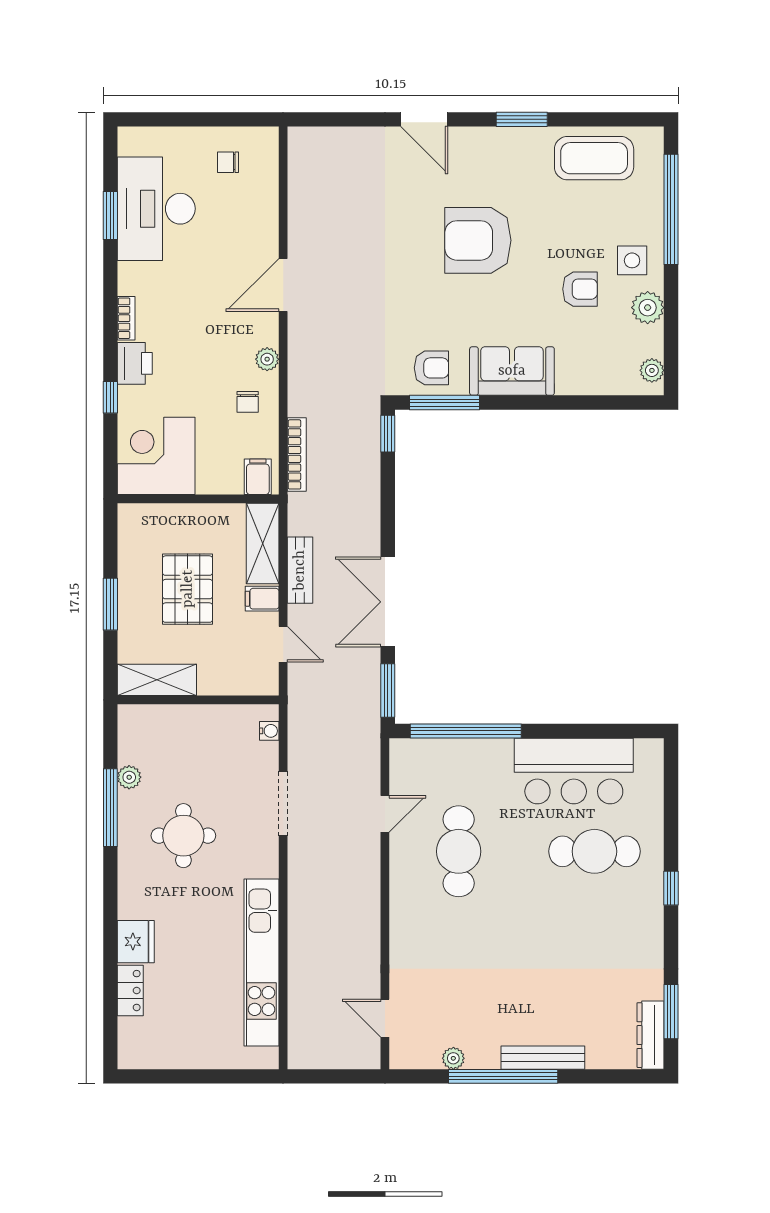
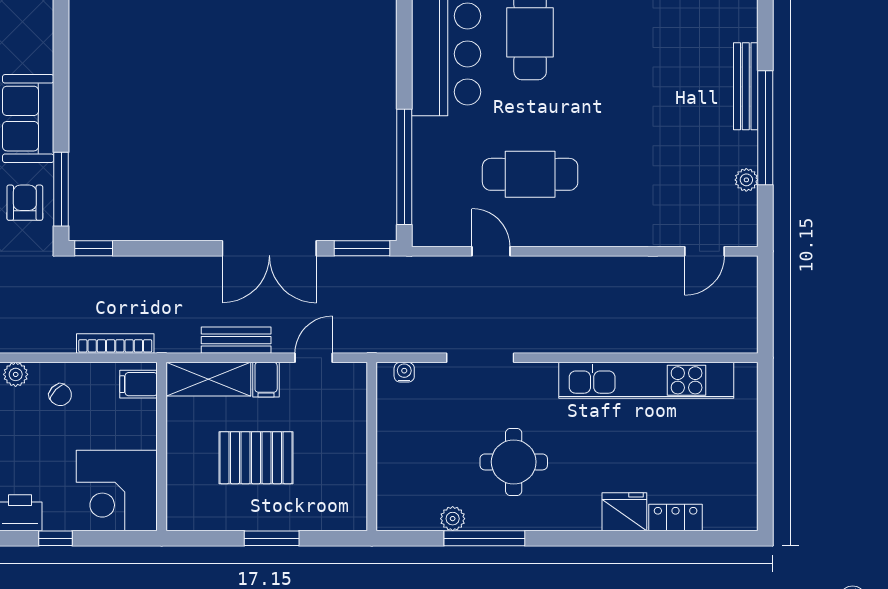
chair: (248, 402) -> (60, 395), turned 44
shelving: (157, 680) -> (351, 490), removed

